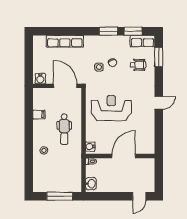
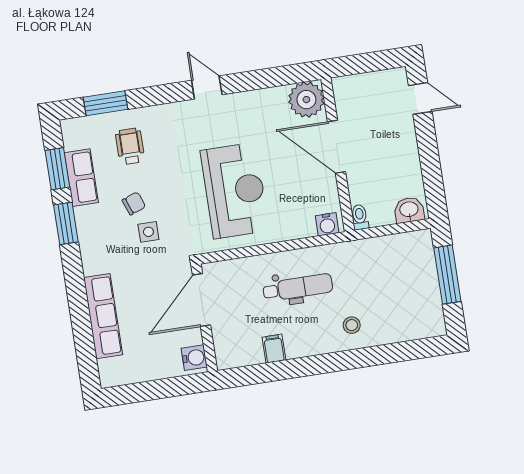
row of seats: (142, 41) -> (81, 178), moved
reception desk: (111, 108) -> (235, 191), turned 180
plant: (147, 146) -> (306, 100), added

